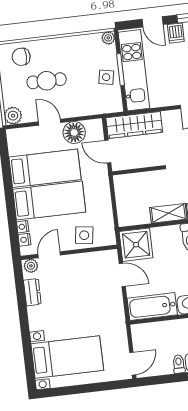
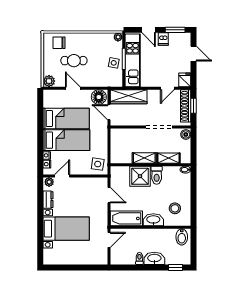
floor lamp: (74, 133) -> (99, 97), moved
side table: (84, 235) -> (98, 164), moved
shower: (136, 245) -> (140, 176), moved
bed with nightstands: (67, 357) -> (66, 229), moved
door: (133, 364) -> (109, 240), moved

